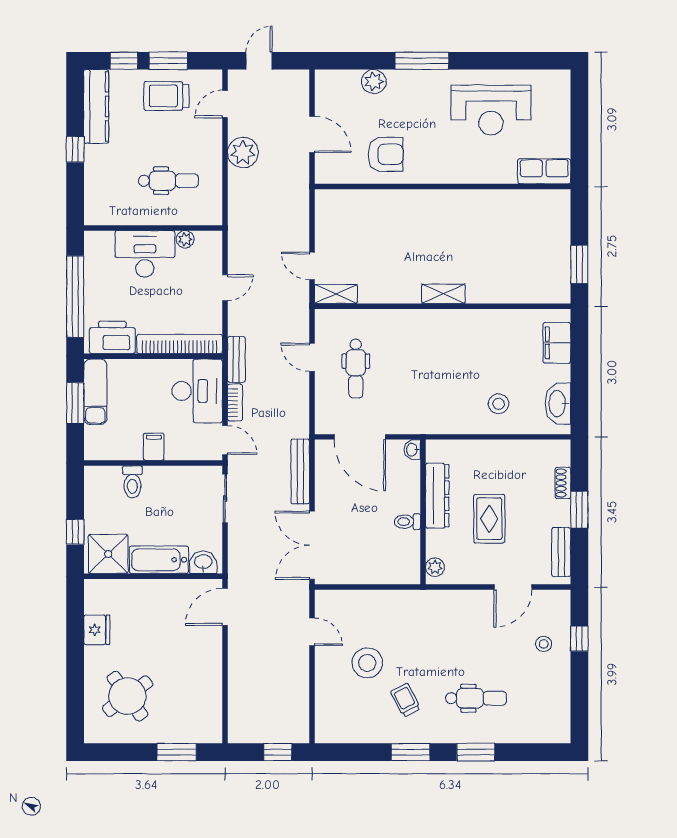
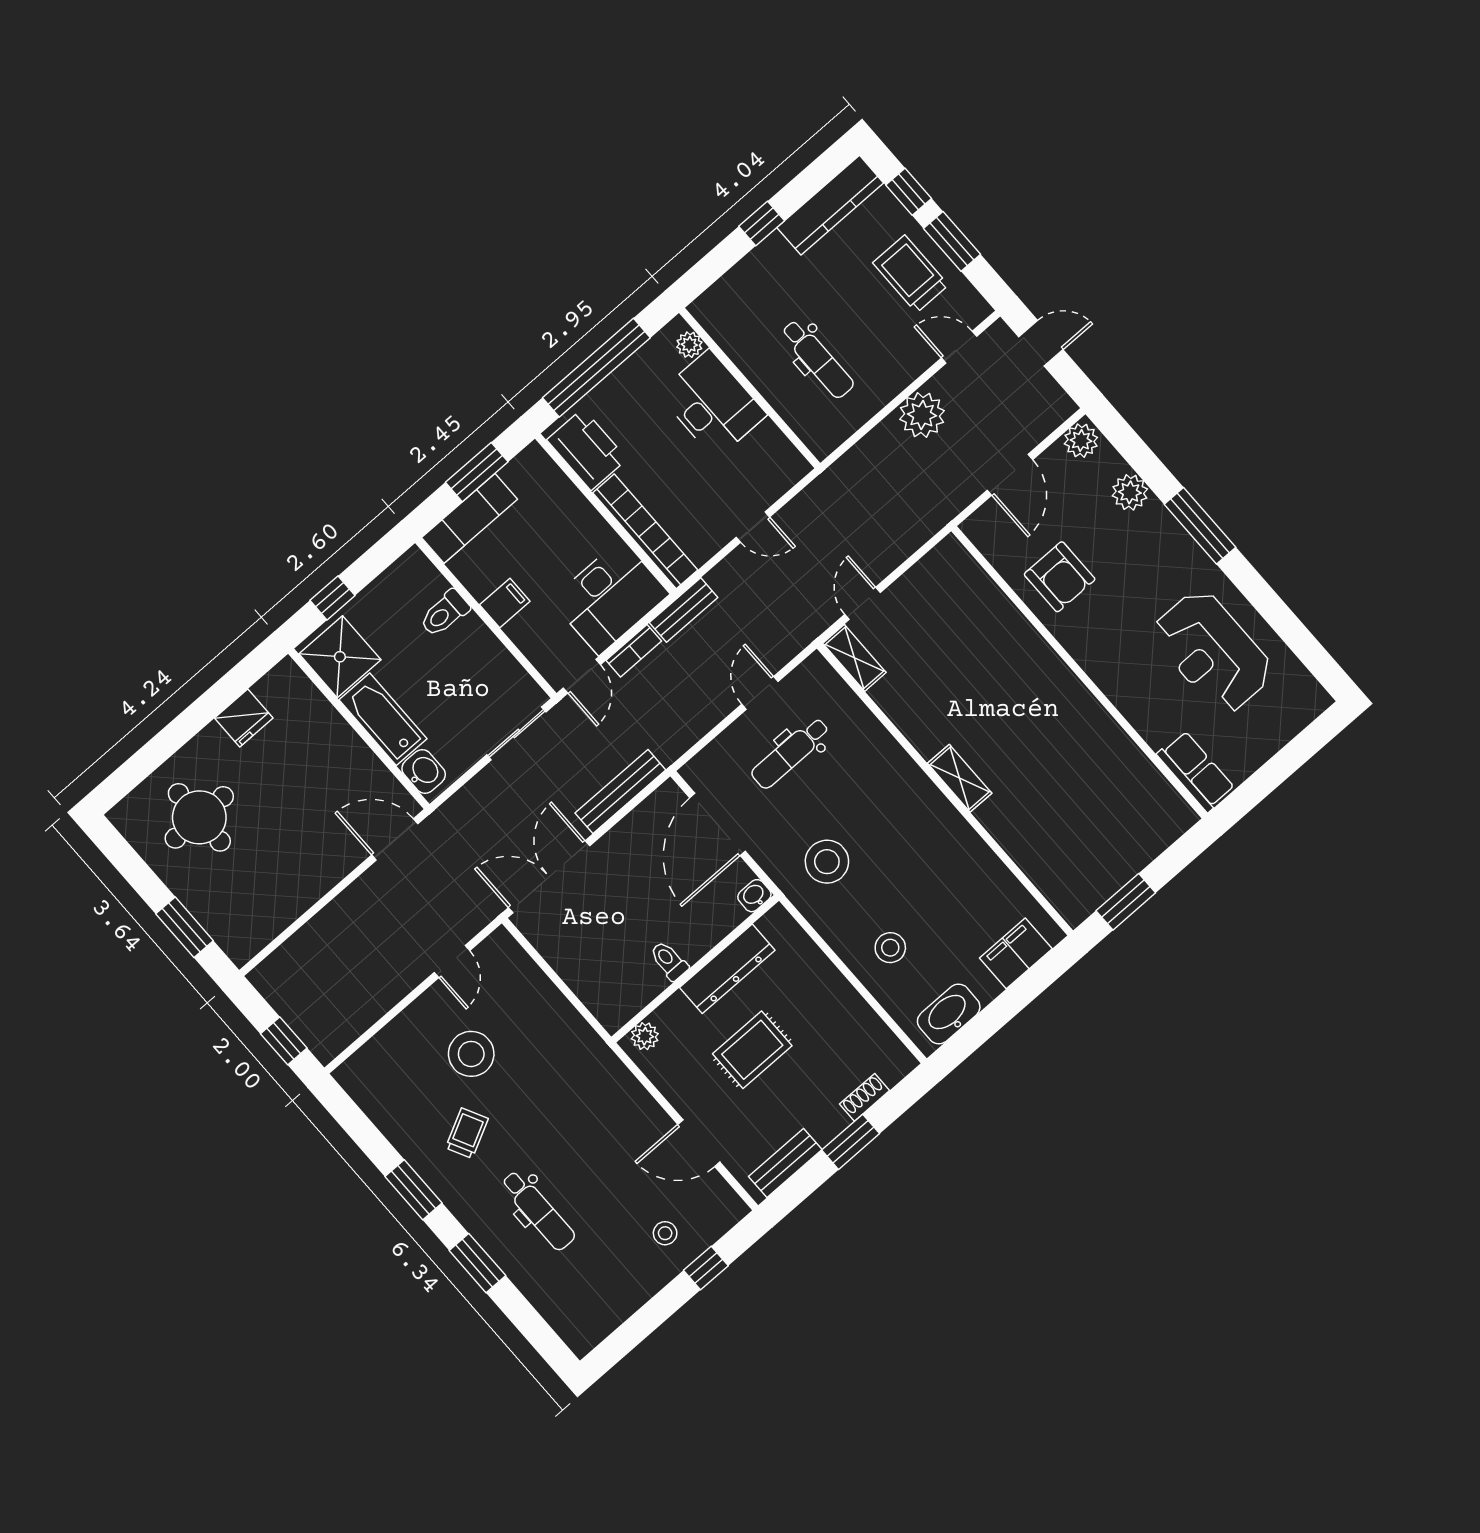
plant: (326, 83) -> (1081, 441), added
plant: (185, 239) -> (689, 345), moved
exam couch: (95, 392) -> (469, 518), moved
stool: (427, 398) -> (827, 862), added
round table: (127, 696) -> (199, 817), turned 36

